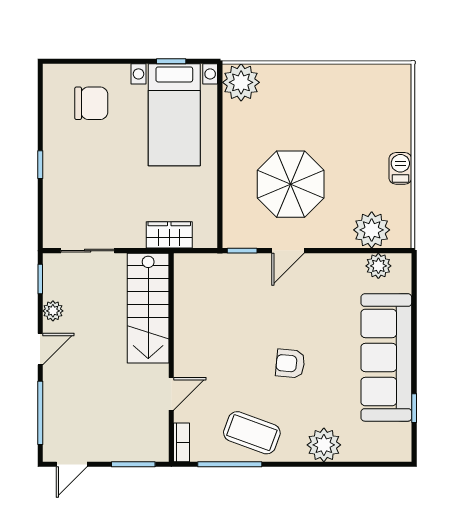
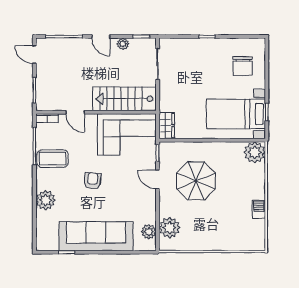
barbecue: (400, 168) -> (259, 209), moved, turned -90
wardrobe: (169, 235) -> (167, 126), moved
corner sofa: (210, 304) -> (127, 134), added
coffee table: (252, 433) -> (53, 159), turned 70

